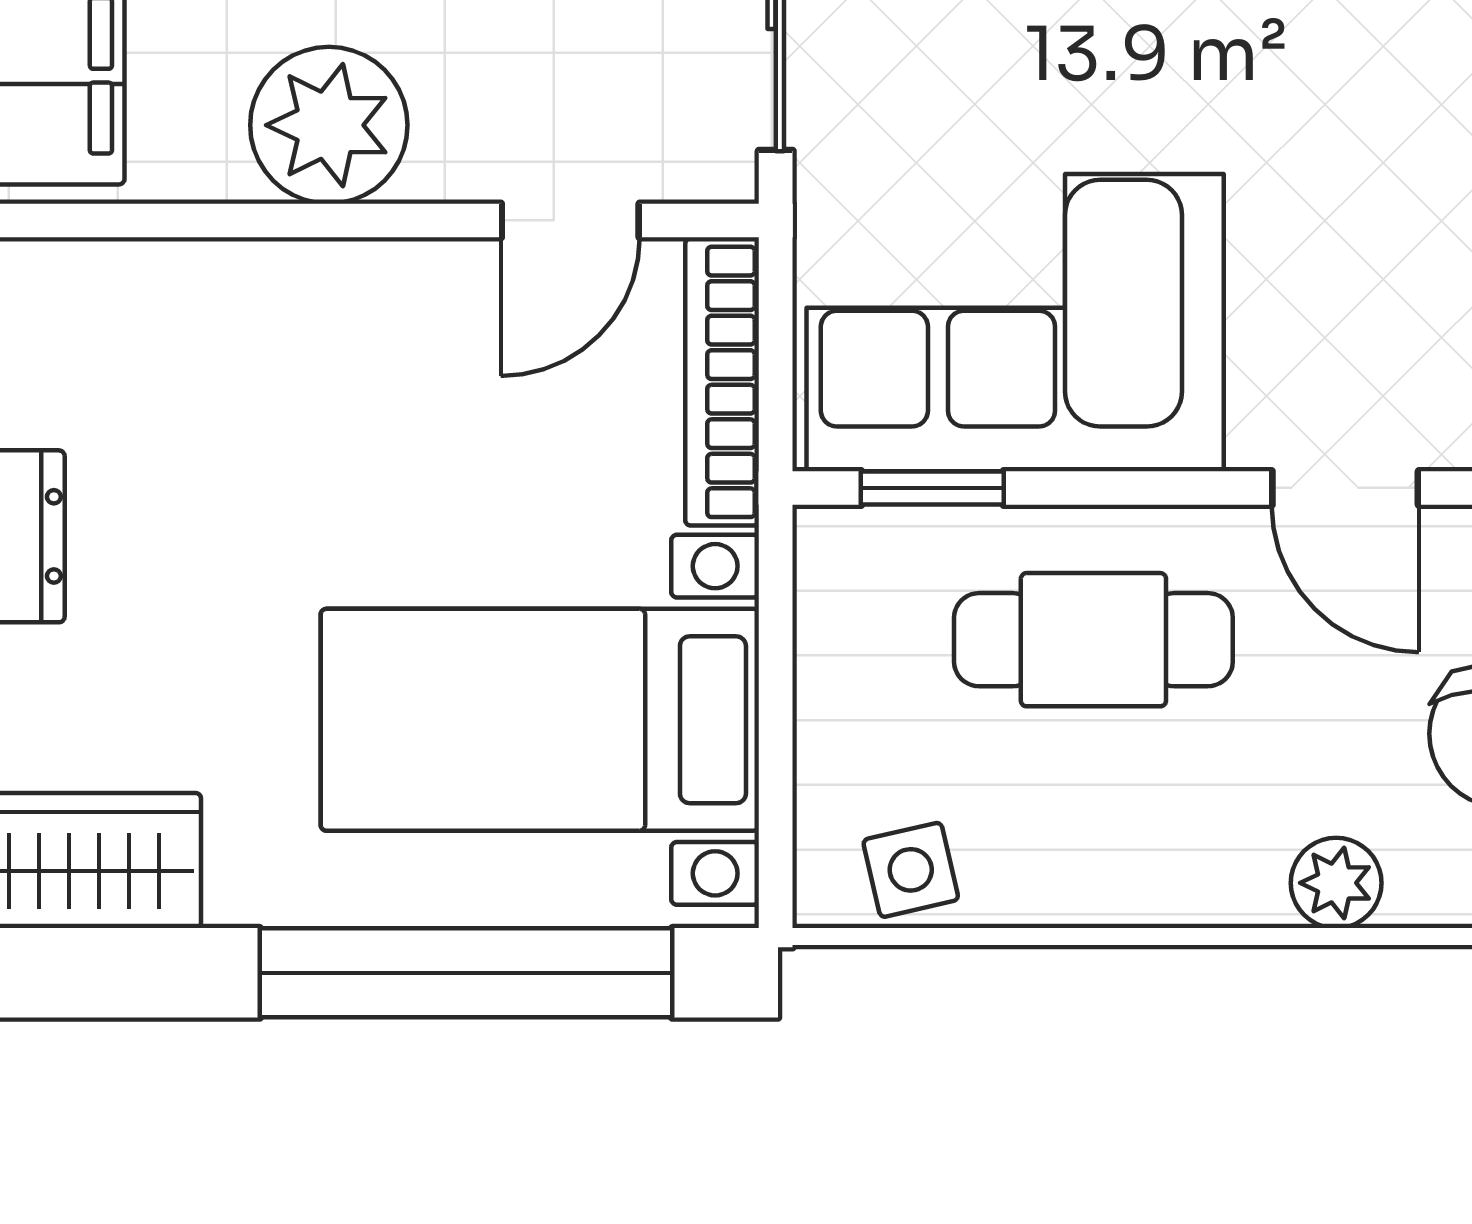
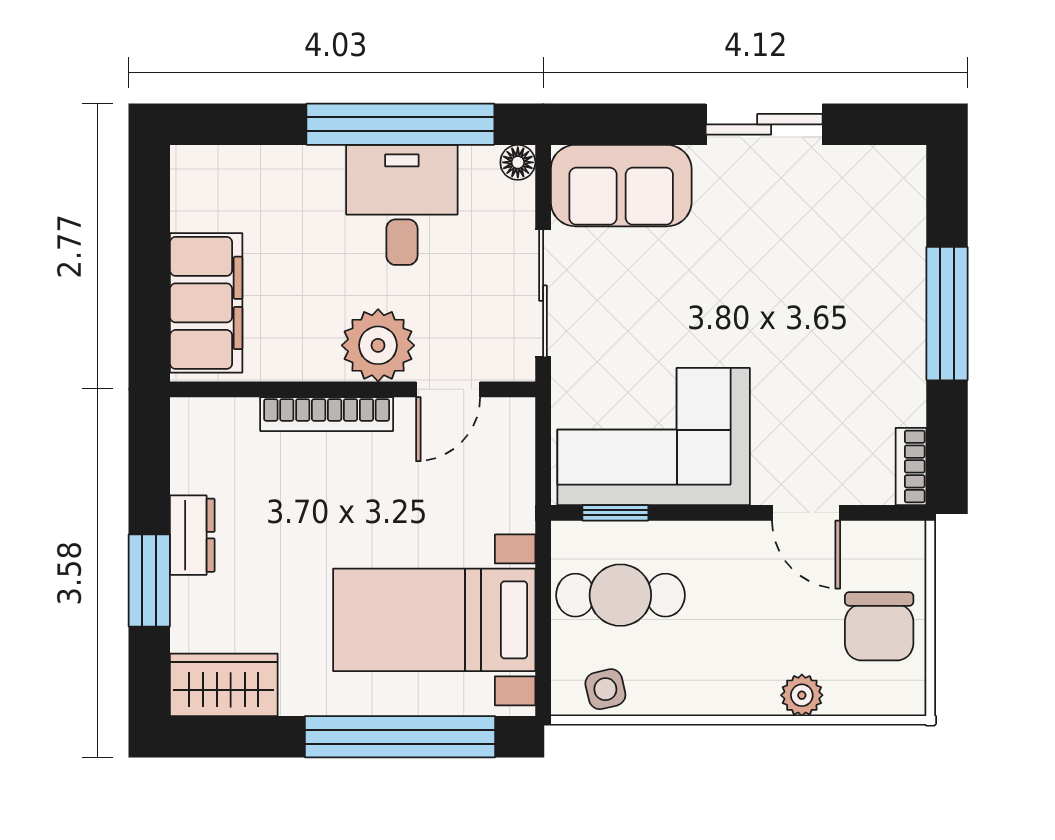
plant: (329, 125) -> (378, 345), moved
bookcase: (722, 382) -> (327, 414), moved, turned -90
cafe table: (1093, 640) -> (620, 595), moved

